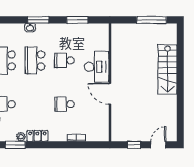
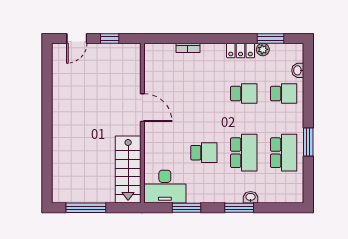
desk: (97, 67) -> (165, 187), moved, turned -90
stairs: (168, 69) -> (128, 169), moved, turned 180
school desk: (64, 104) -> (244, 94), moved

